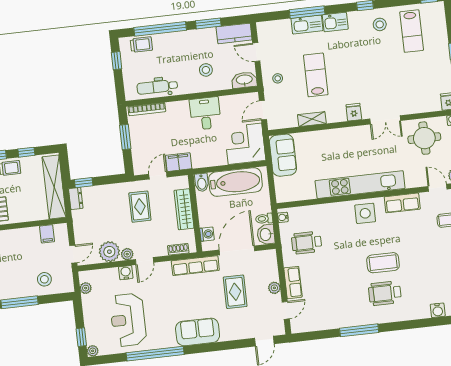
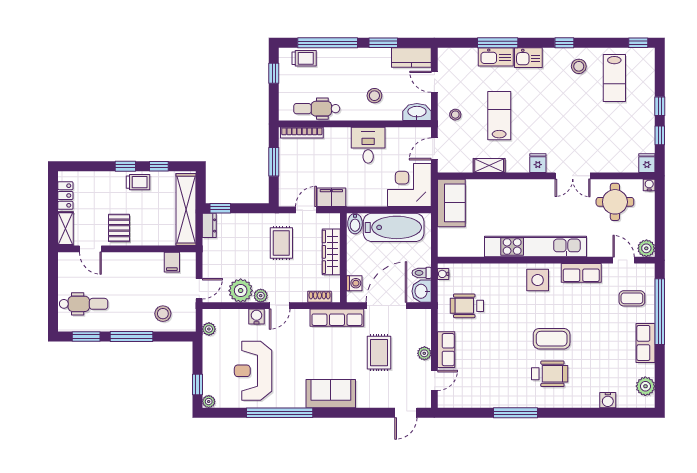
wheelchair: (385, 293) -> (550, 374), turned 180

